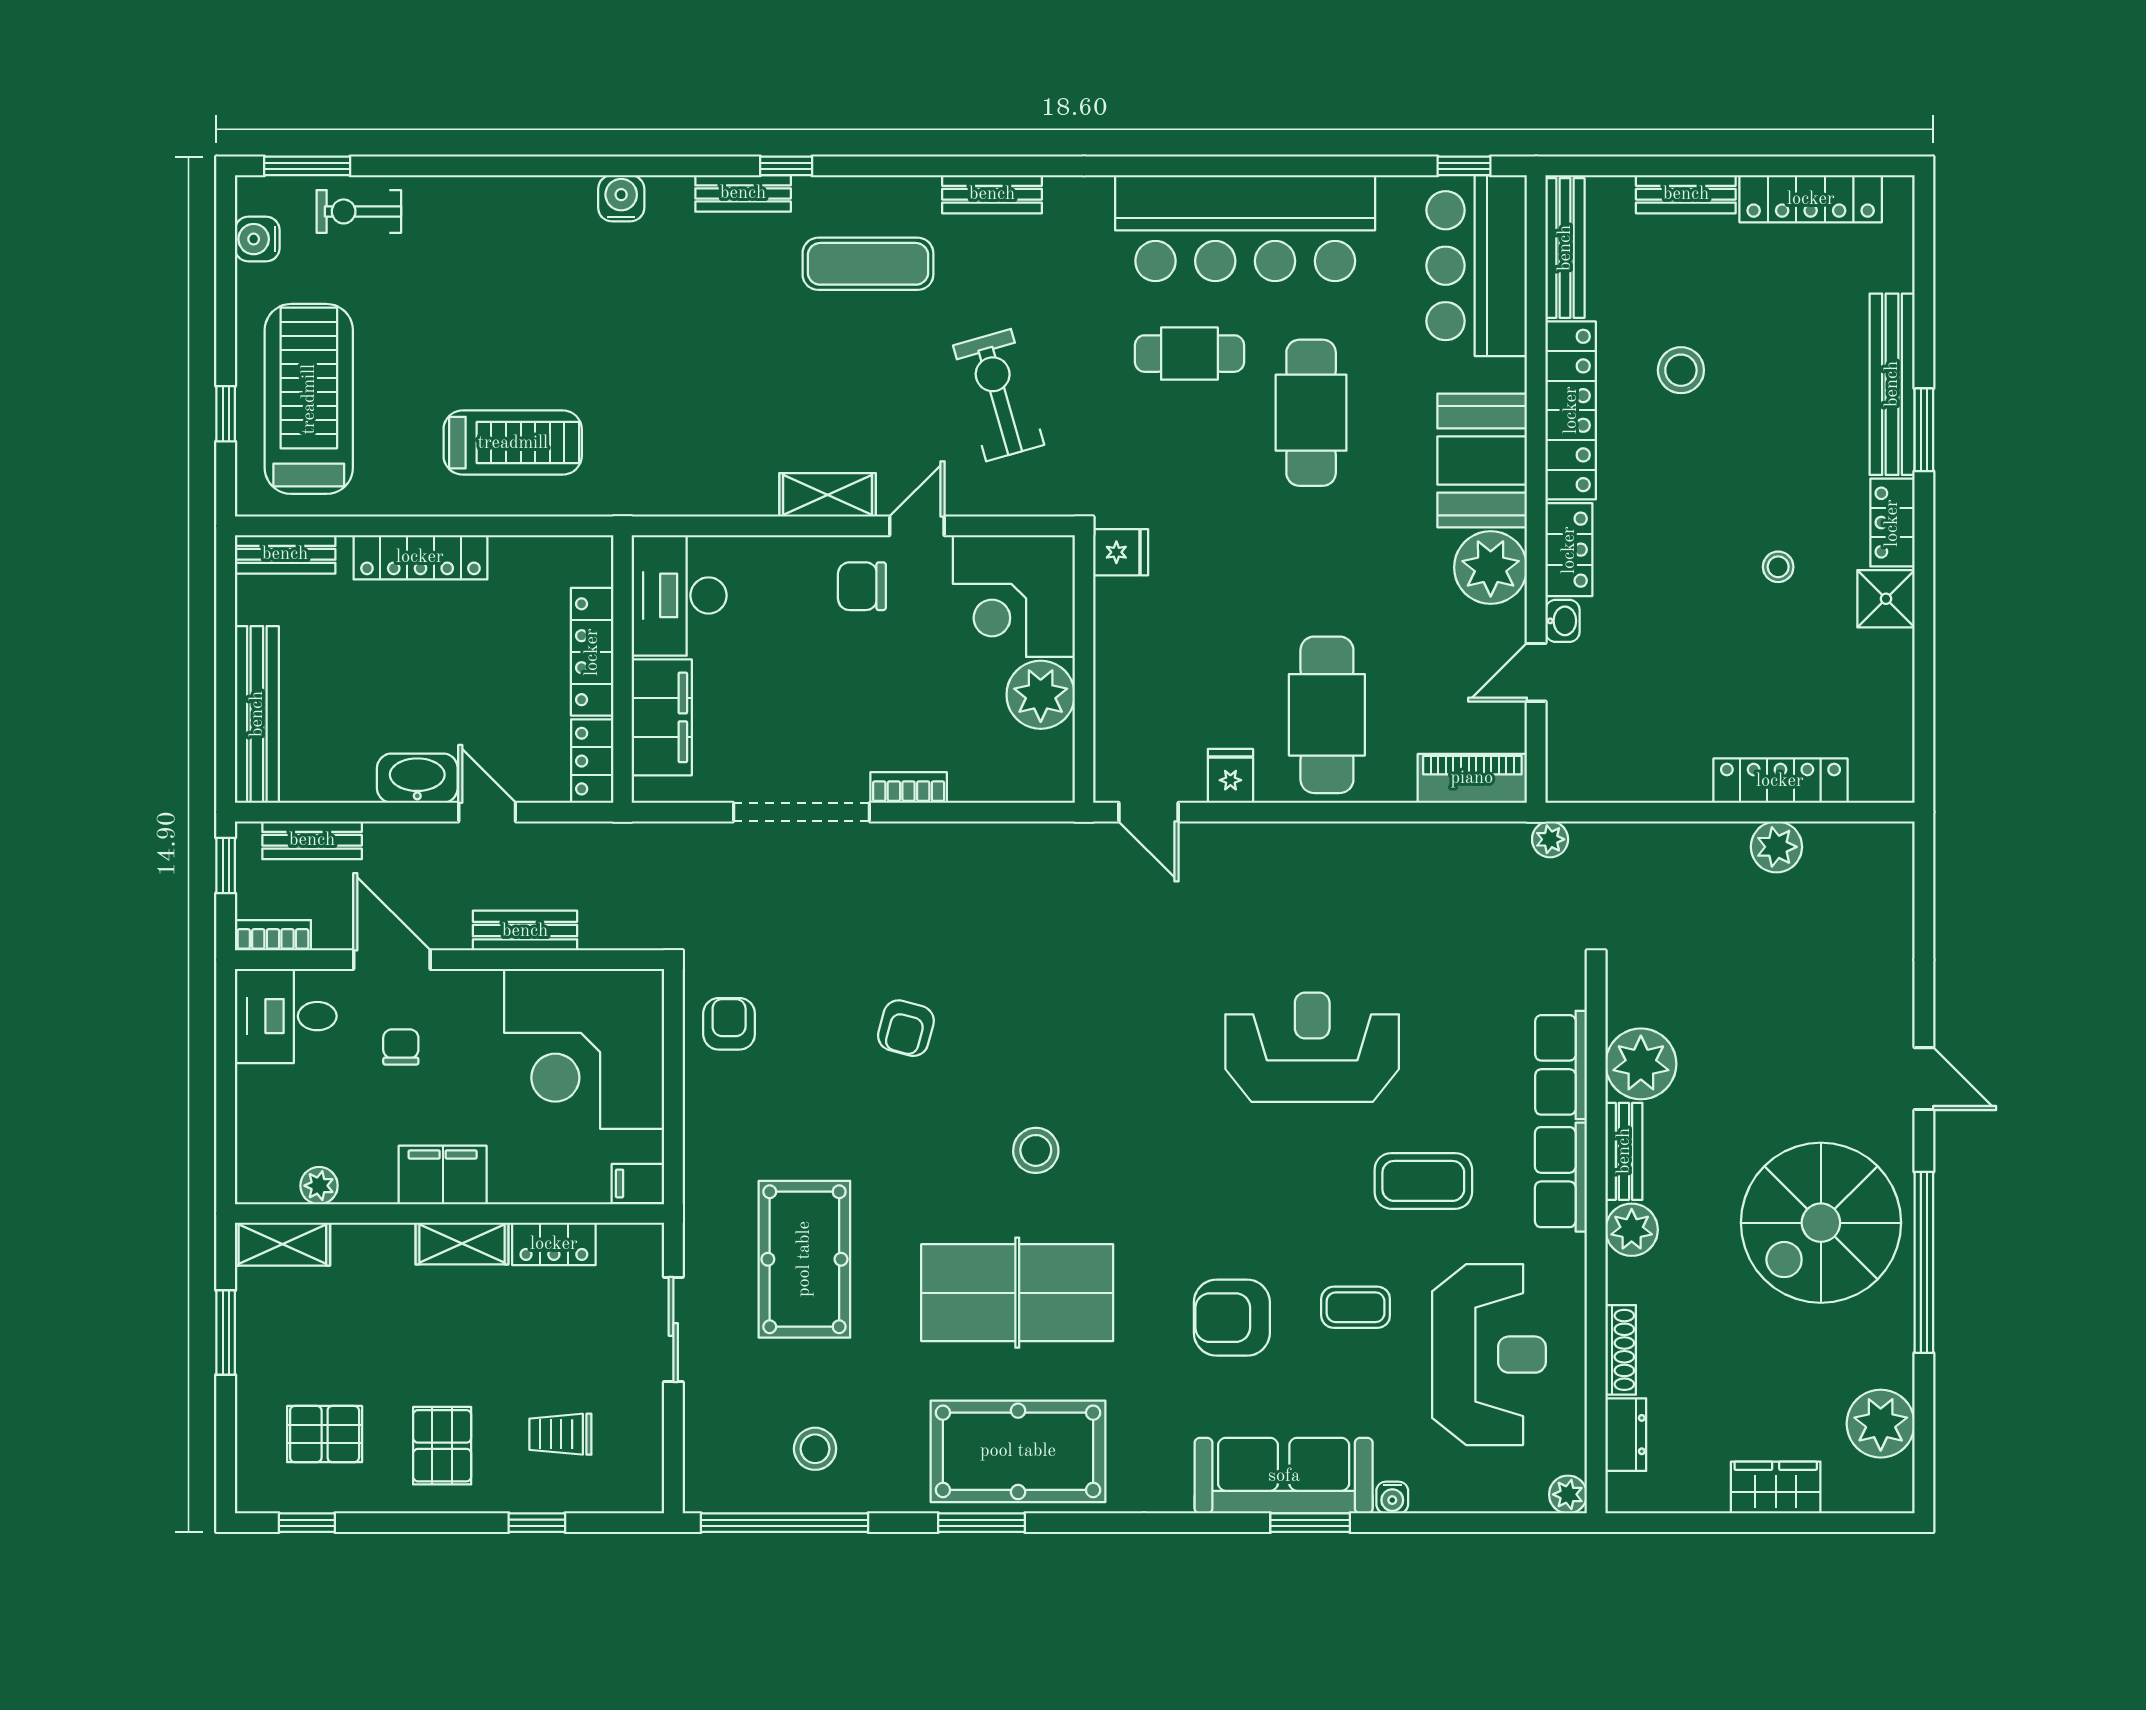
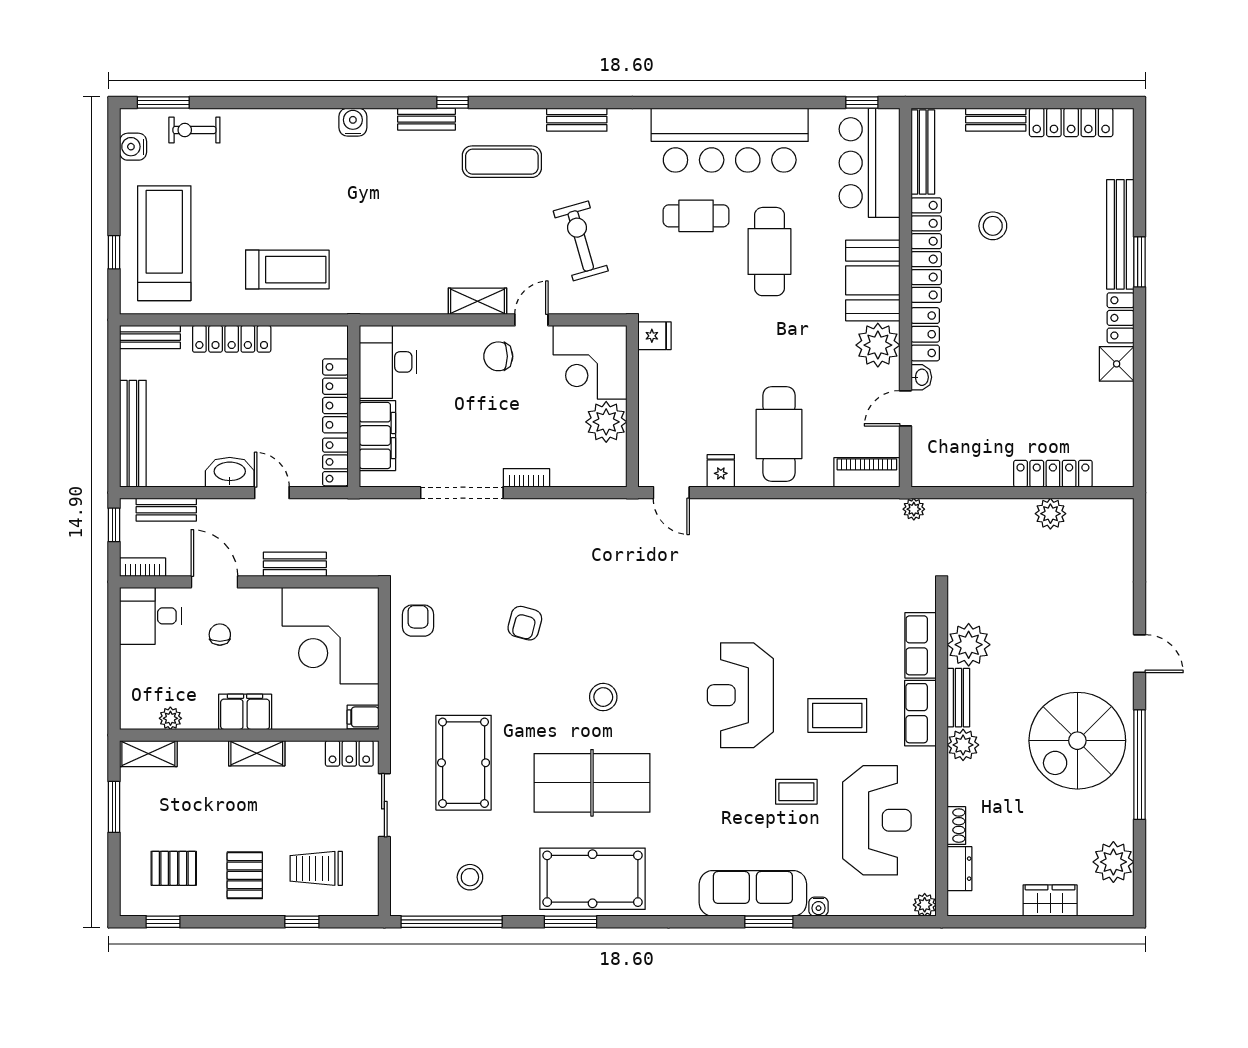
stool: (1778, 567) -> (1052, 345), removed
reception desk: (1312, 1047) -> (740, 695), moved, turned -90
locker: (554, 1244) -> (349, 753), moved
armchair: (1232, 1318) -> (722, 798), removed
shoe rack: (1621, 1350) -> (956, 826), width x0.70
trolley: (560, 1434) -> (316, 868), width x1.36, depth x1.39

